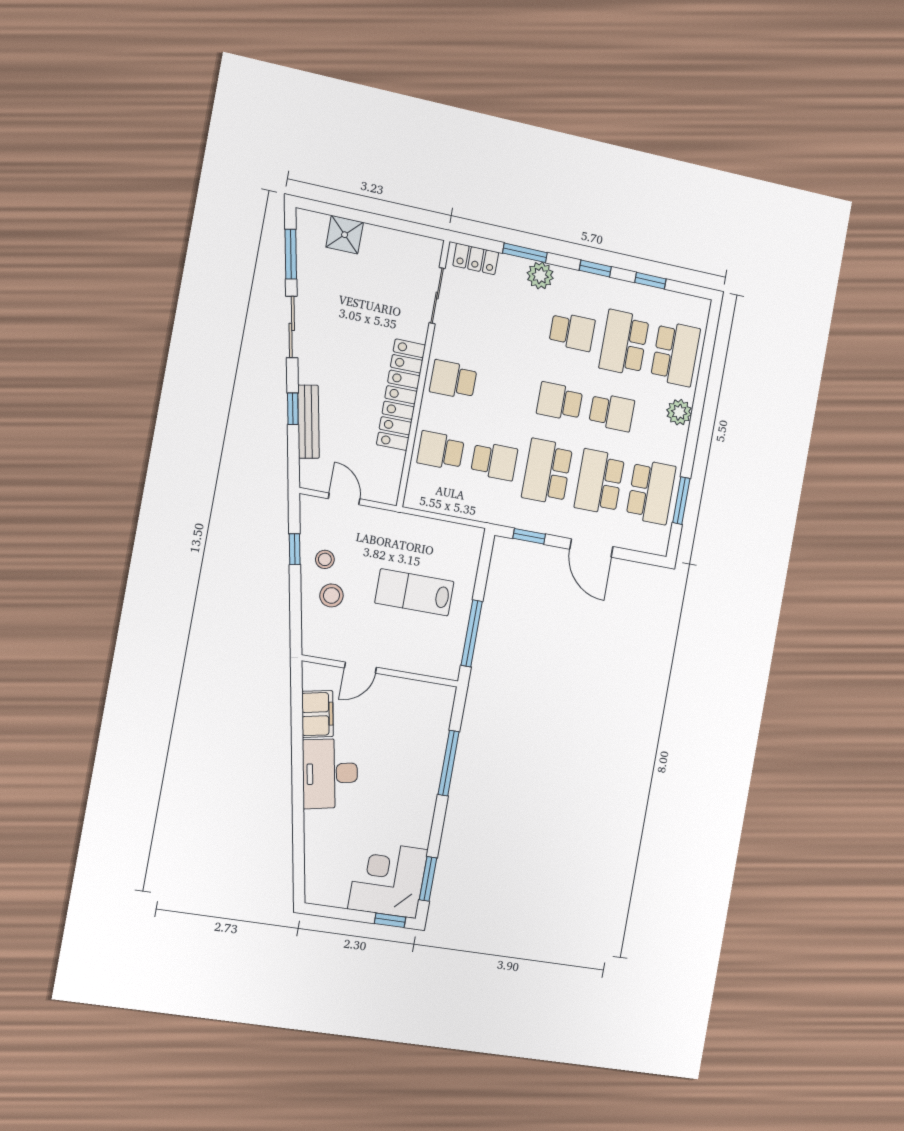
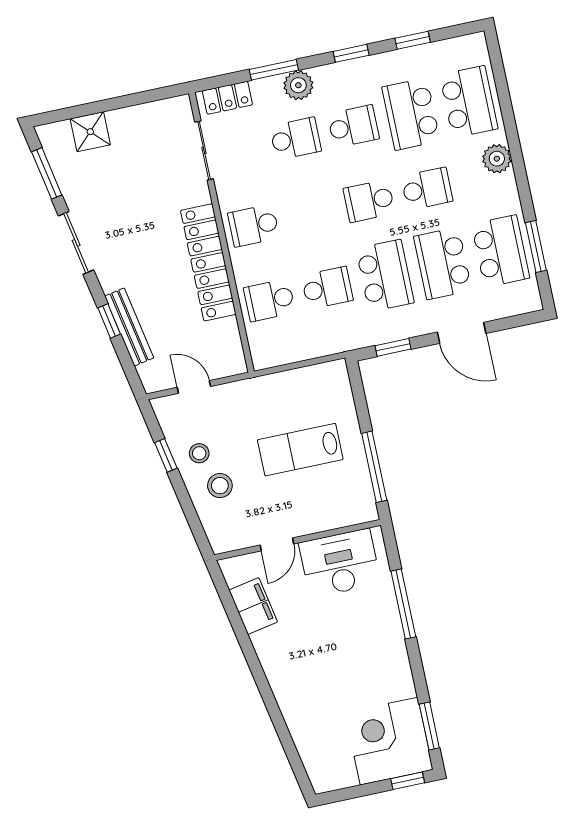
school desk: (519, 320) -> (295, 139), added
school desk: (547, 472) -> (385, 276), turned 180
desk: (330, 773) -> (340, 563), moved, turned 101

